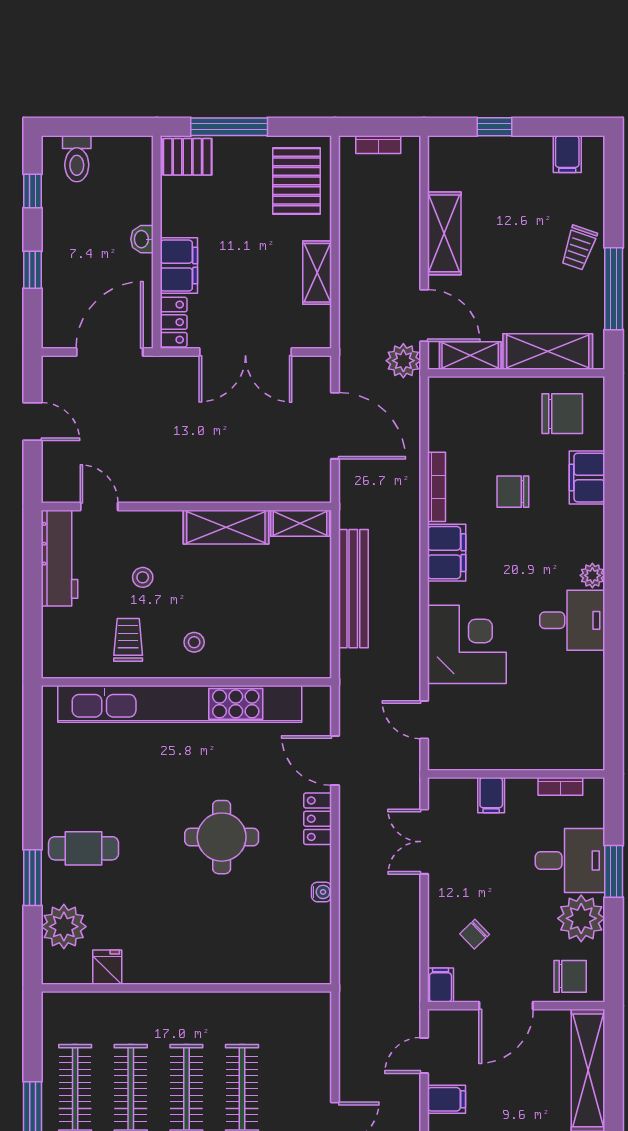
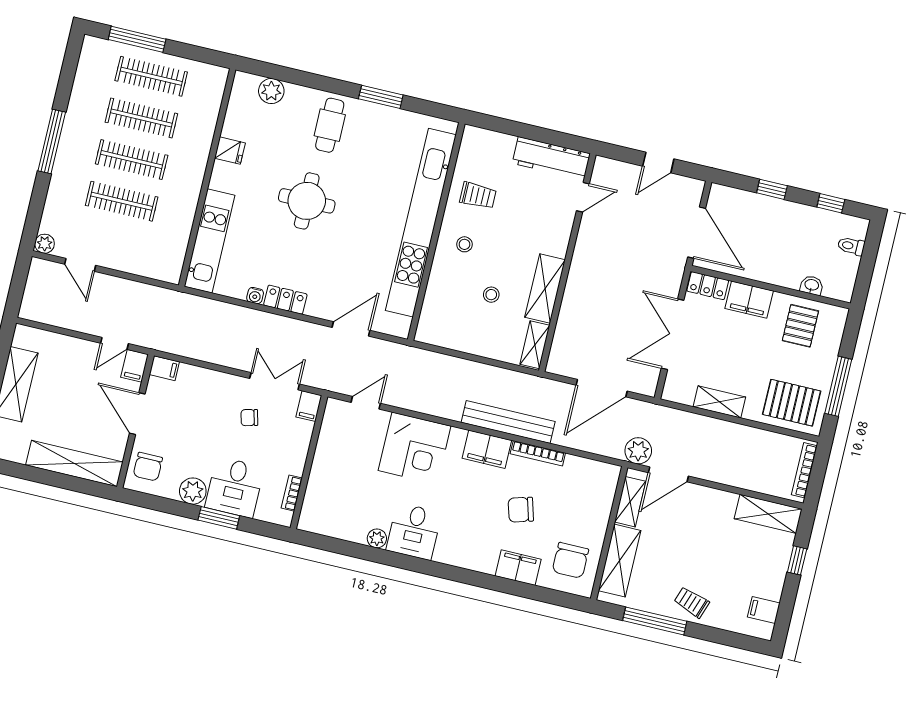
window: (229, 127) -> (838, 386), moved
bookcase: (378, 145) -> (804, 470), width x1.56
pallet: (187, 157) -> (800, 326), moved
toilet: (77, 159) -> (851, 246), width x0.73, depth x0.72
shelving: (444, 233) -> (768, 514), moved
washbasin: (142, 239) -> (812, 285), moved
chair: (513, 492) -> (521, 510), turned -106
plant: (592, 575) -> (377, 538), moved
stool: (143, 577) -> (491, 295), moved
bench: (353, 589) -> (508, 422), moved
filing cabinet: (491, 795) -> (309, 406), moved, turned -90
locker: (318, 819) -> (285, 300), moved
round table: (222, 837) -> (307, 201), moved
window: (32, 878) -> (381, 97), moved
plant: (581, 918) -> (193, 491), width x0.73, depth x0.73
plant: (64, 927) -> (271, 91), width x0.73, depth x0.73
chair: (475, 934) -> (249, 418), moved, turned -60
kitchen unit: (266, 966) -> (210, 241), added
fridge: (107, 967) -> (230, 151), moved
door: (424, 1055) -> (114, 343), swing flipped
filing cabinet: (446, 1099) -> (135, 366), moved

